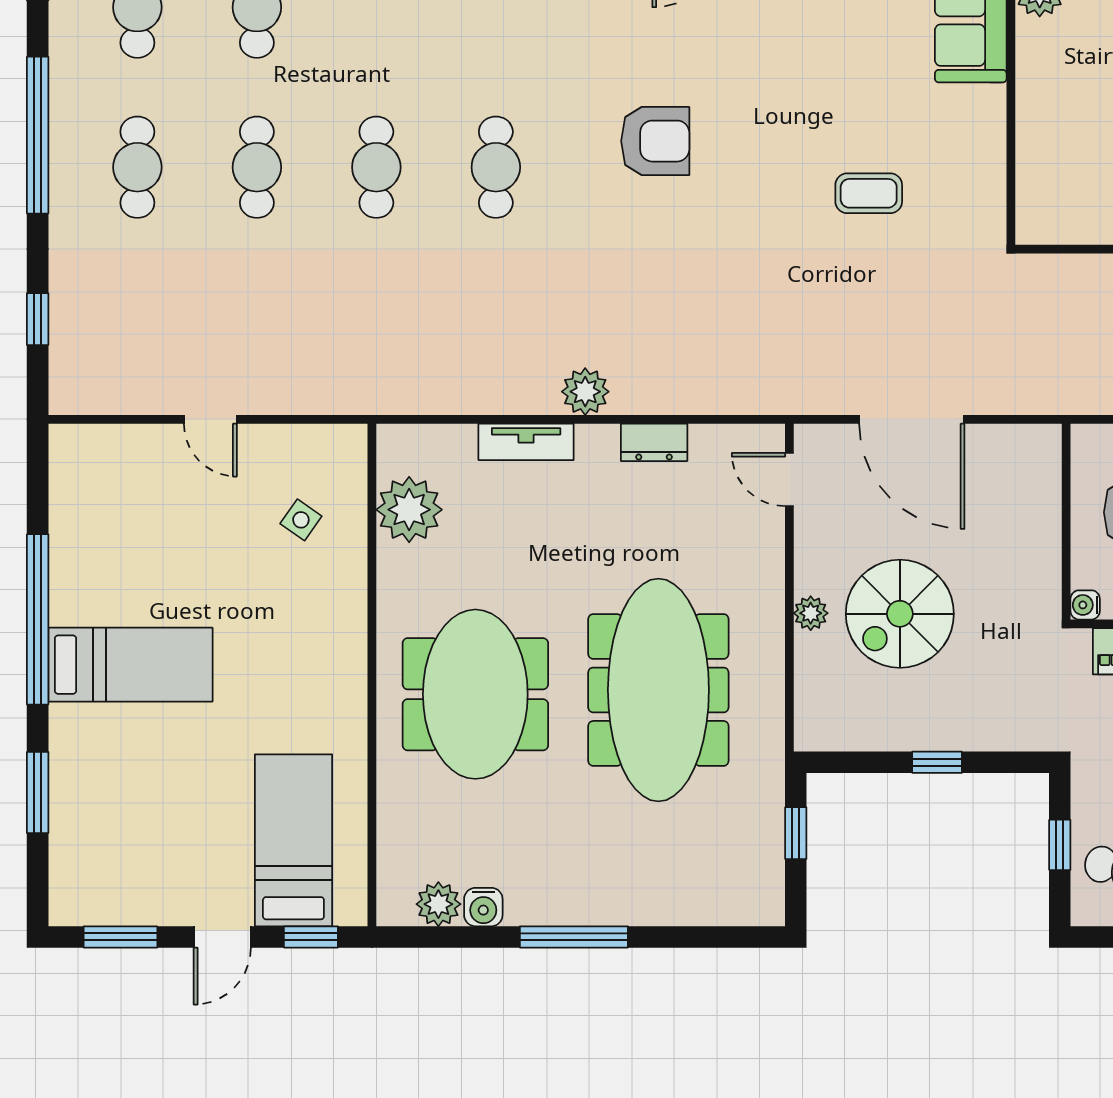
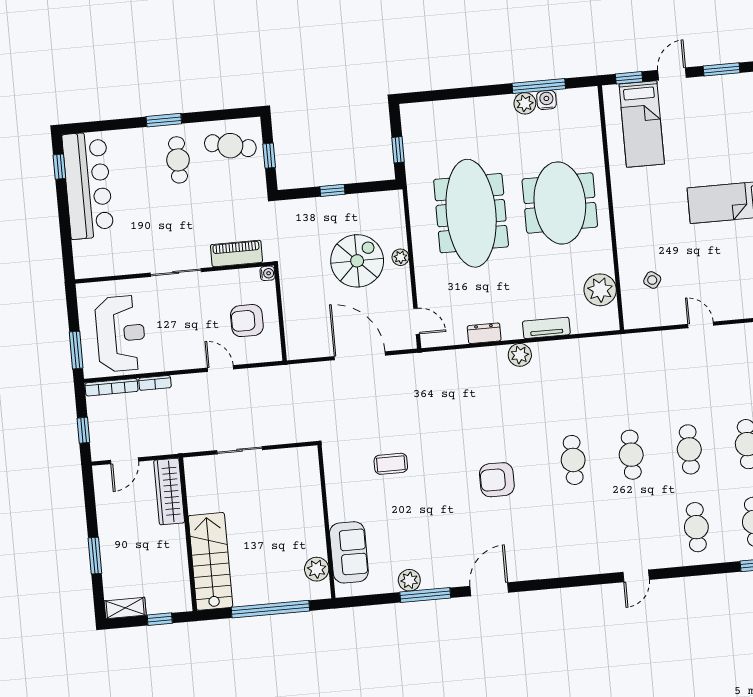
plant: (438, 904) -> (525, 103), moved
window: (574, 937) -> (539, 86), moved

